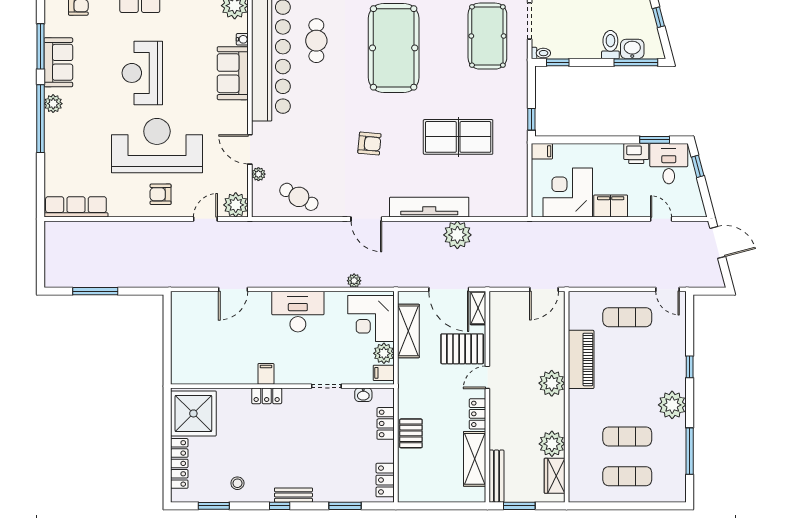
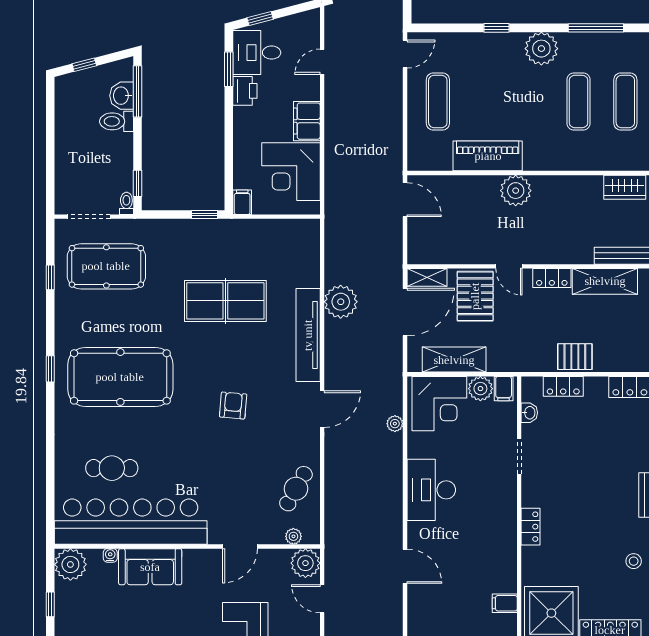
table tennis table: (458, 137) -> (225, 301), turned 90
plant: (258, 174) -> (293, 536), moved
filing cabinet: (266, 374) -> (505, 603), moved
plant: (552, 444) -> (587, 190), removed

